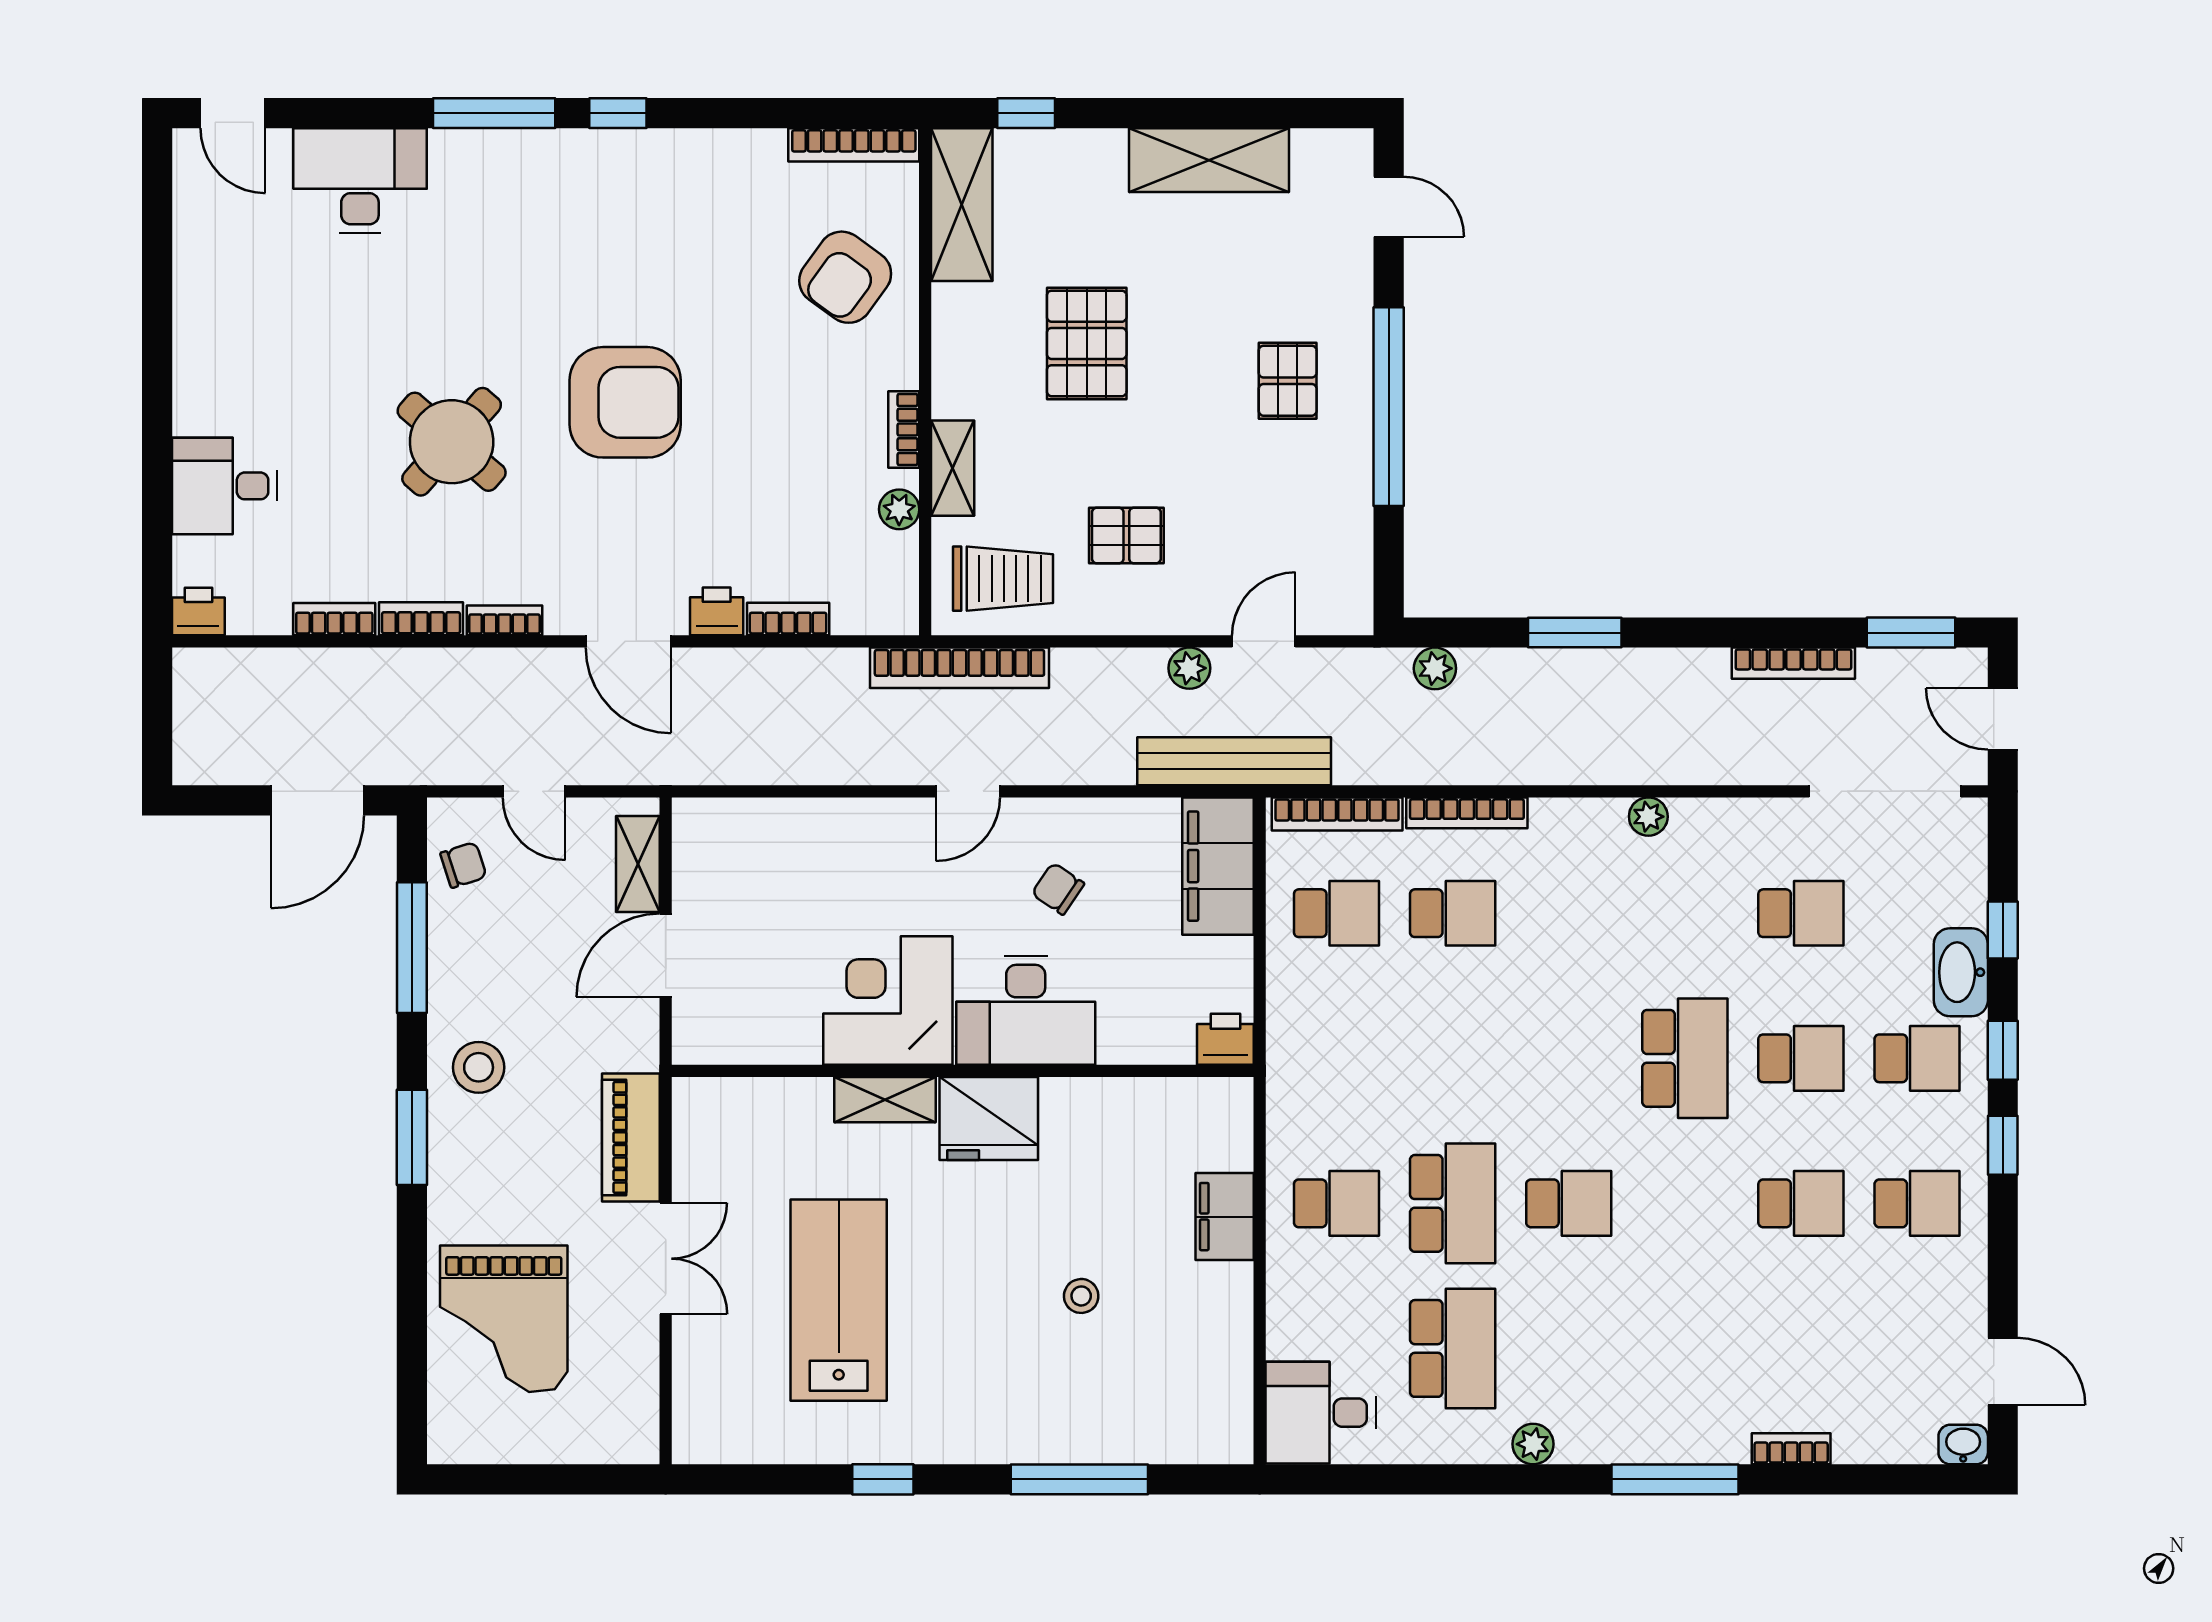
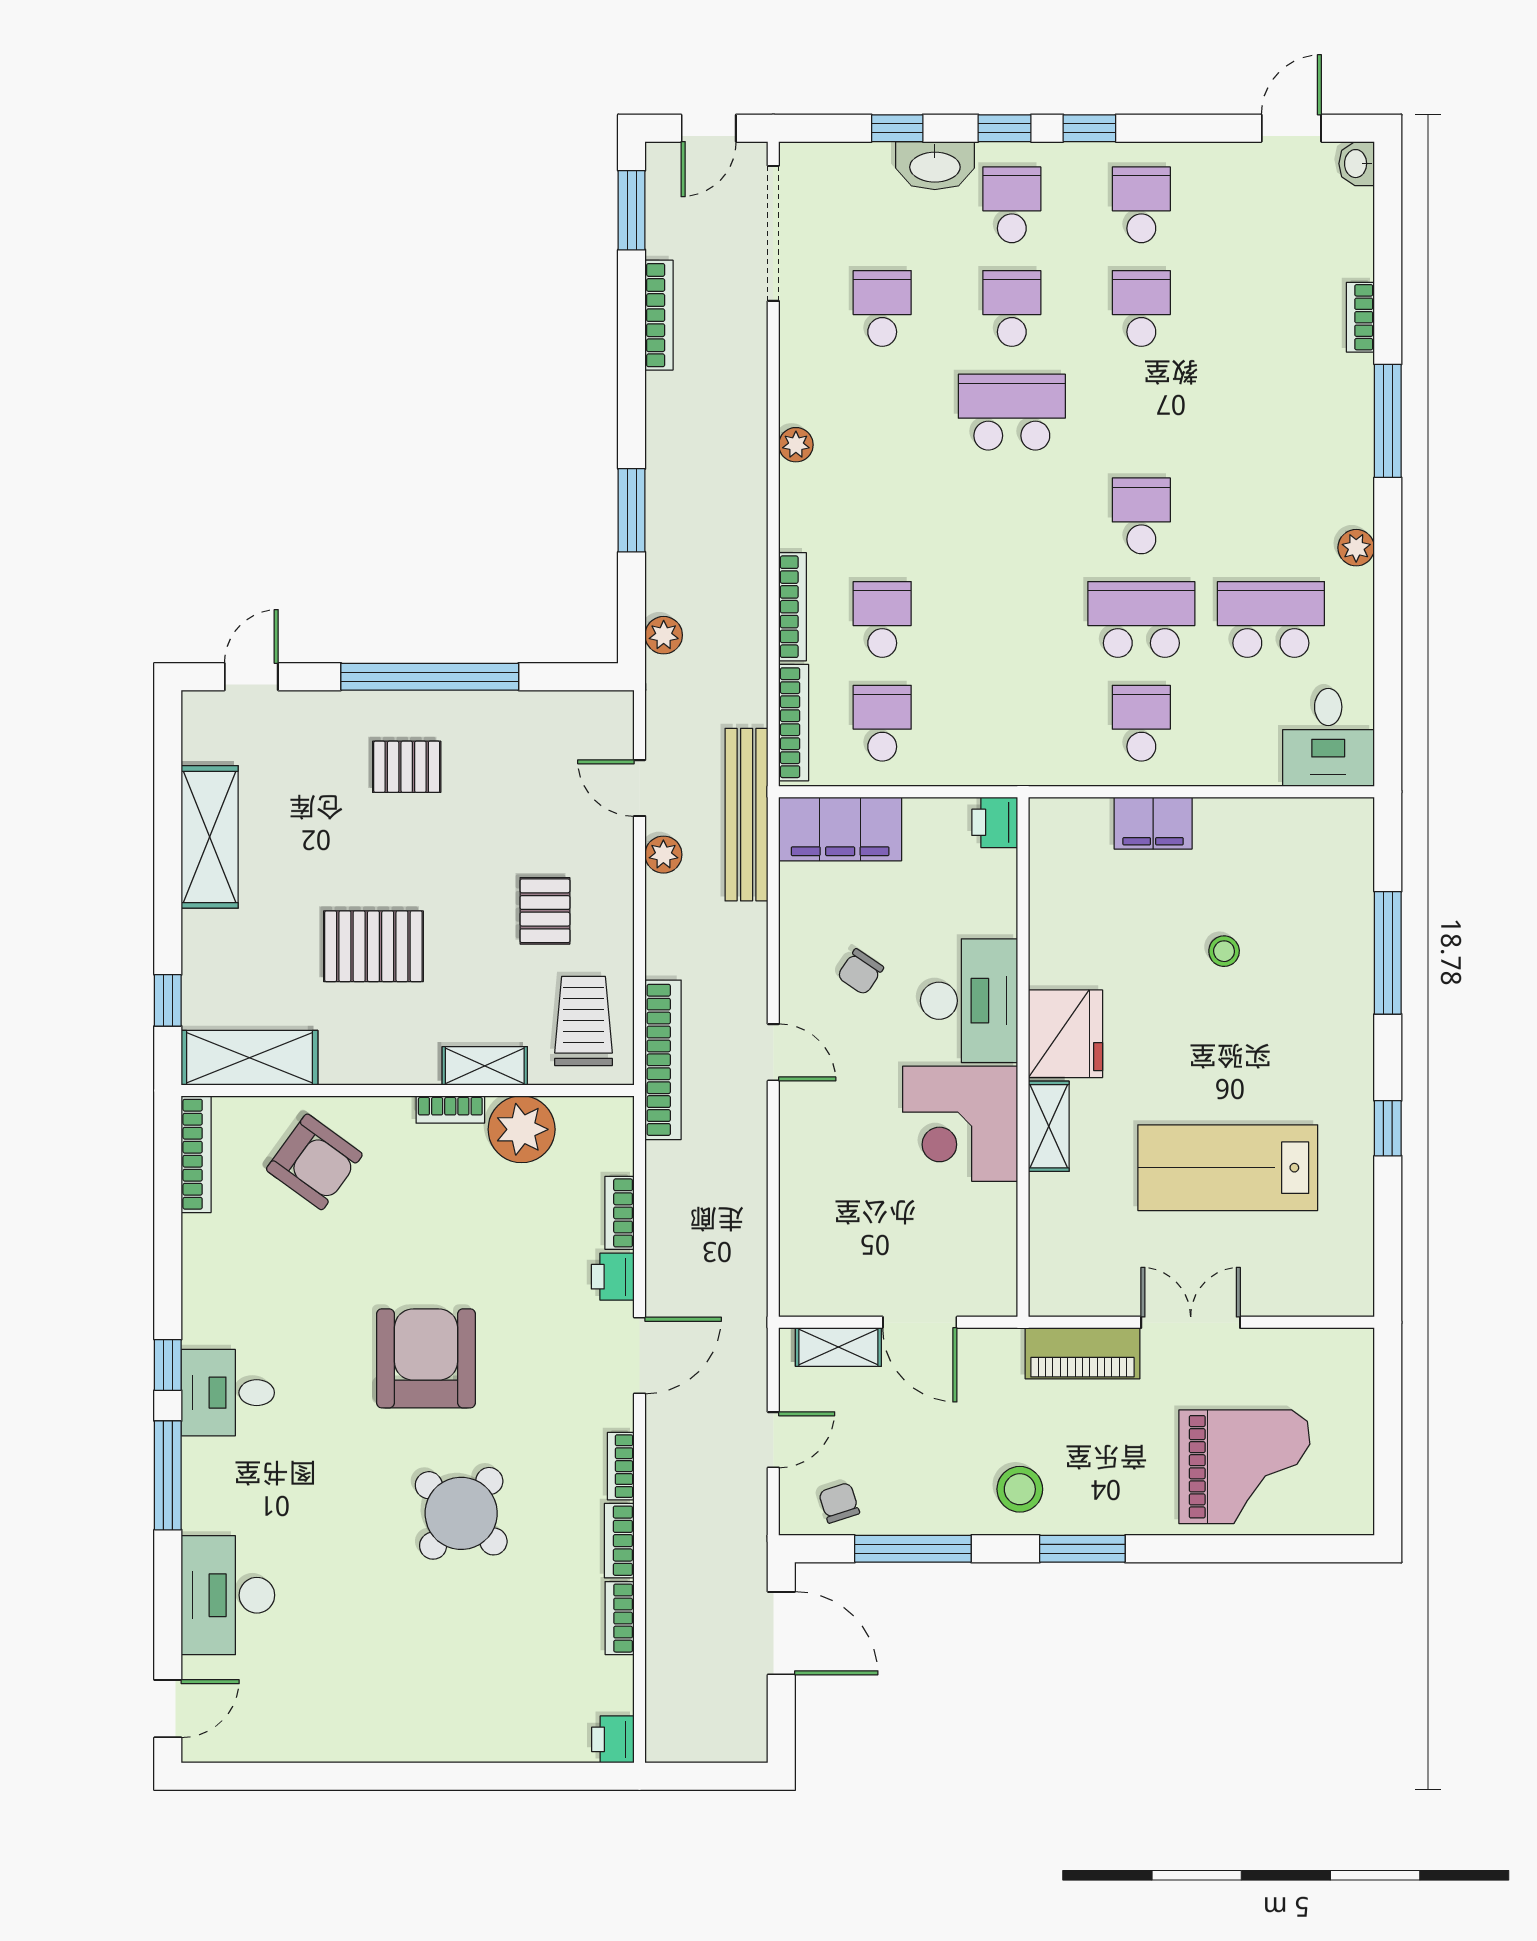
desk: (224, 486) -> (228, 1393), moved, turned 90
plant: (899, 509) -> (522, 1129), width x1.87, depth x1.87

